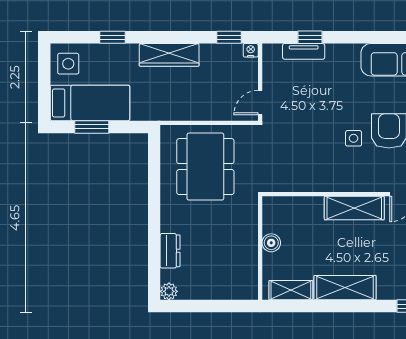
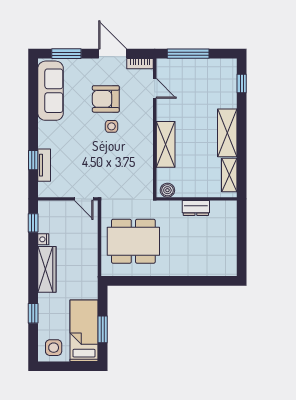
nightstand: (251, 50) -> (43, 239), moved
shelving: (354, 208) -> (166, 144), moved
boiler: (271, 243) -> (167, 190), moved
dresser: (170, 251) -> (196, 208), moved, turned 180
plant: (169, 291) -> (230, 270), removed

